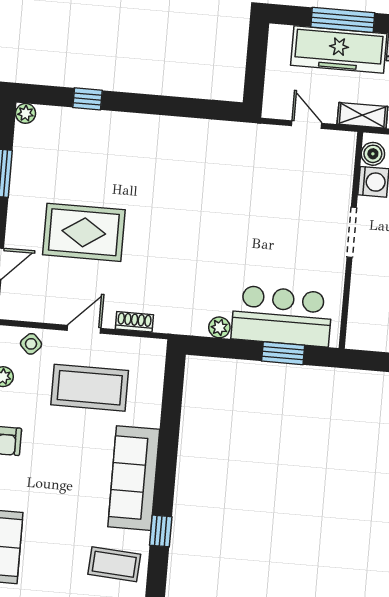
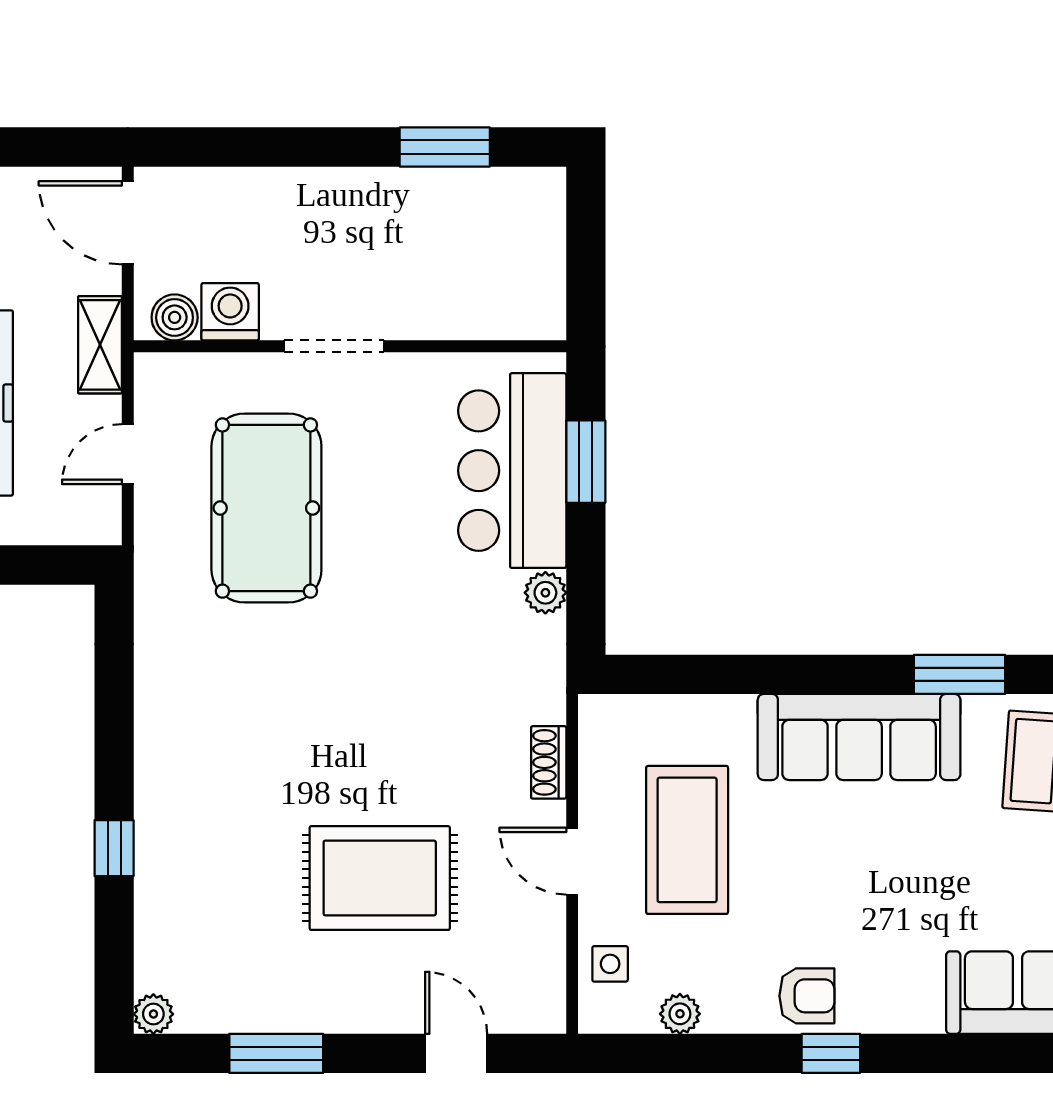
window: (87, 99) -> (114, 848), moved
pool table: (274, 192) -> (266, 508), added
rug: (84, 232) -> (380, 878), turned 90
side table: (31, 344) -> (610, 964), turned 45
window: (161, 531) -> (959, 674), width x1.50

